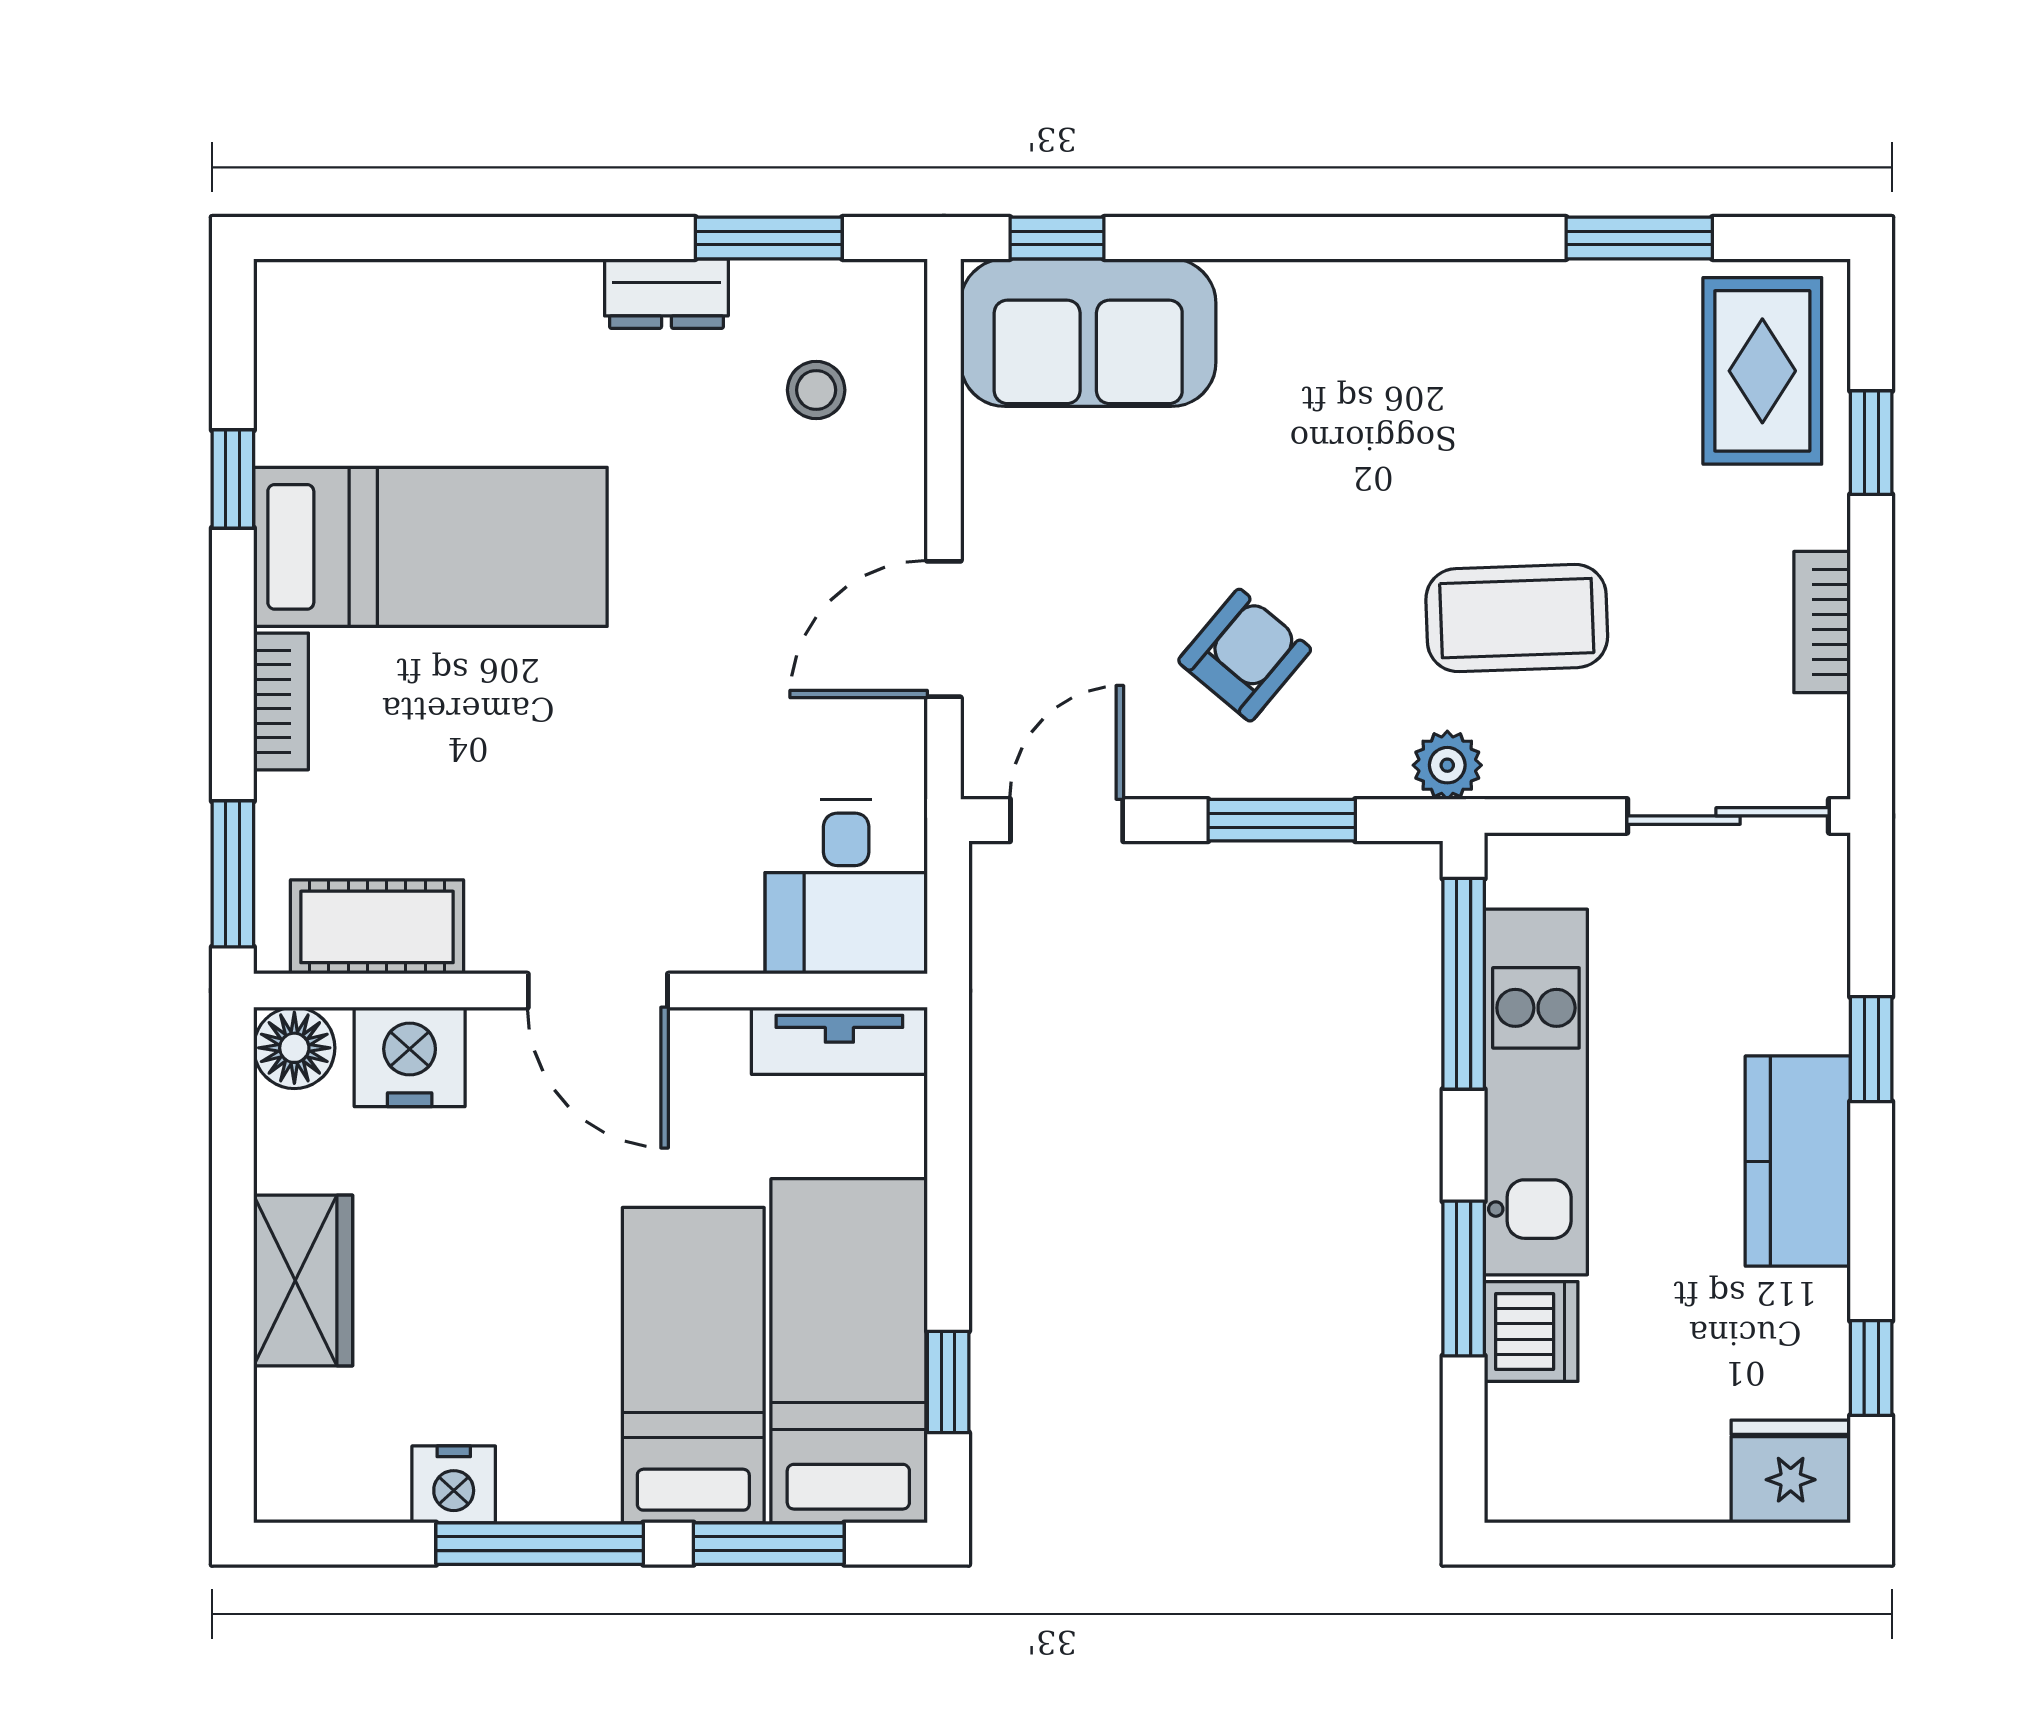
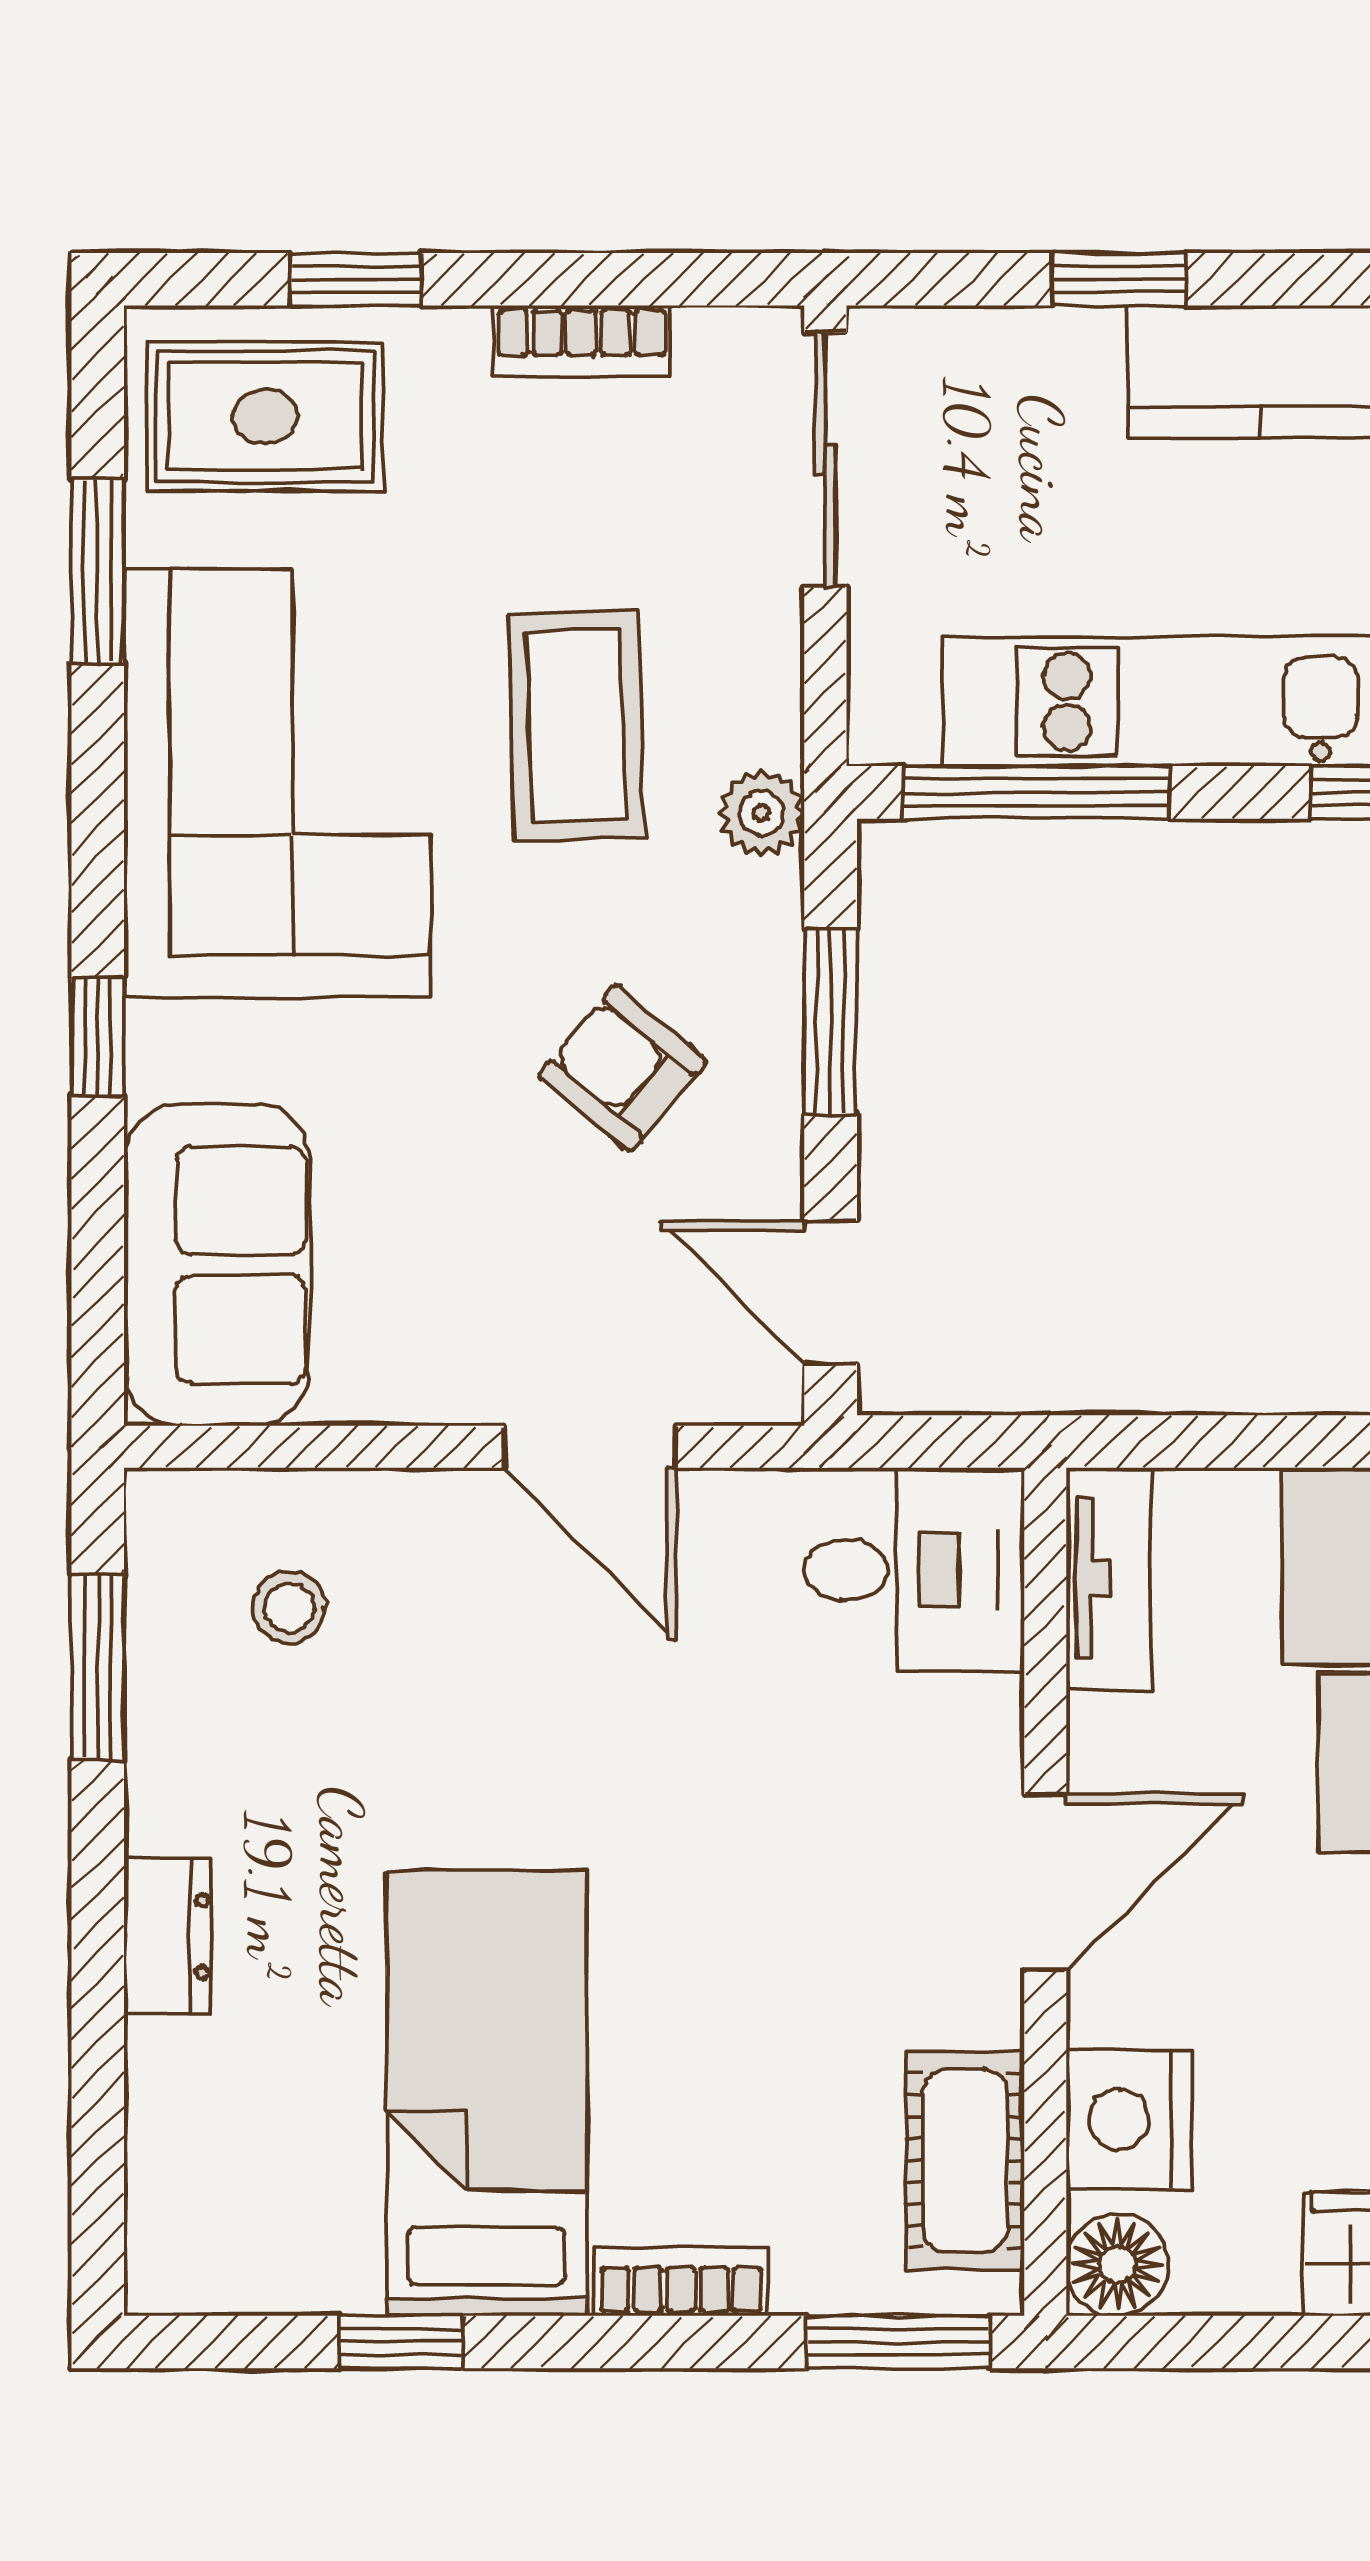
window: (1057, 238) -> (98, 1037), moved
dresser: (666, 294) -> (168, 1937), moved
corner sofa: (1471, 380) -> (277, 783), added

